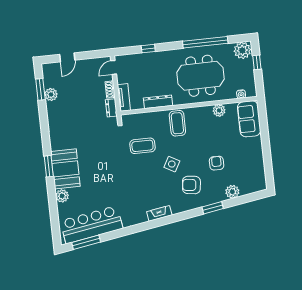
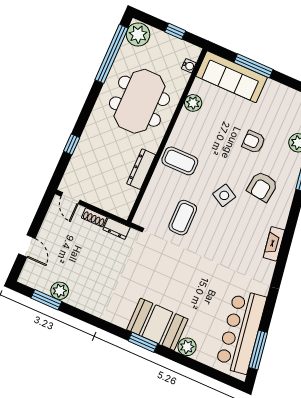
window: (205, 42) -> (112, 54), moved
window: (257, 62) -> (175, 31), moved
tv unit: (124, 97) -> (113, 207), removed
sofa: (249, 119) -> (232, 77), width x1.36
window: (265, 135) -> (253, 66), added

